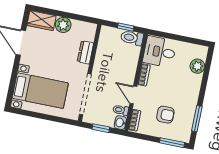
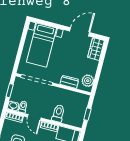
plant: (63, 25) -> (88, 81), moved
toilet: (132, 38) -> (58, 113), moved
door: (133, 95) -> (34, 117), swing flipped

